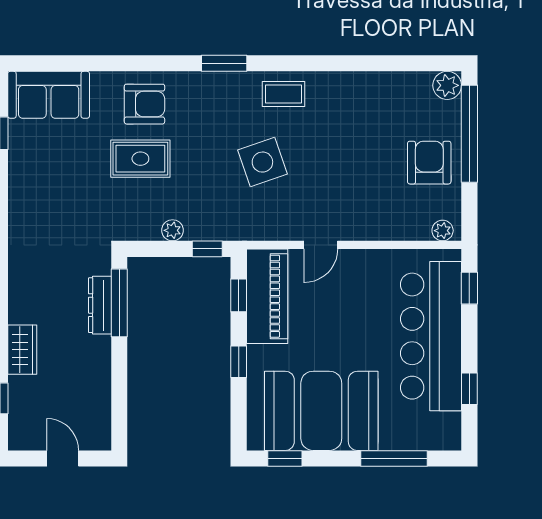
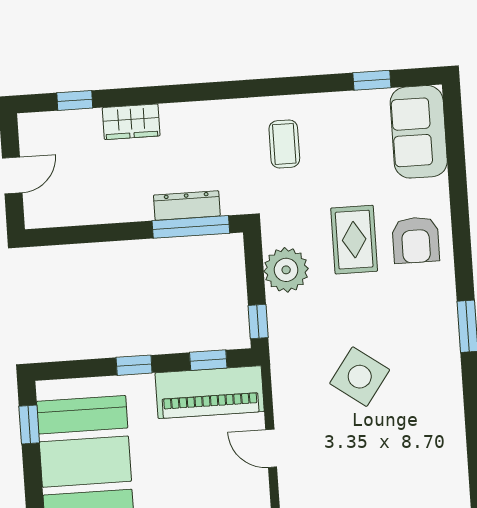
coffee table: (283, 94) -> (284, 144), moved
side table: (262, 162) -> (360, 377), turned -35
plant: (173, 230) -> (286, 270), width x1.87, depth x1.87

